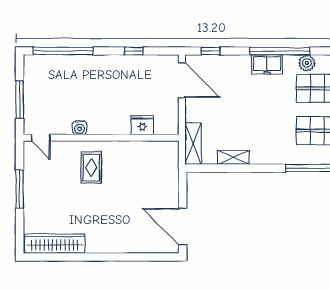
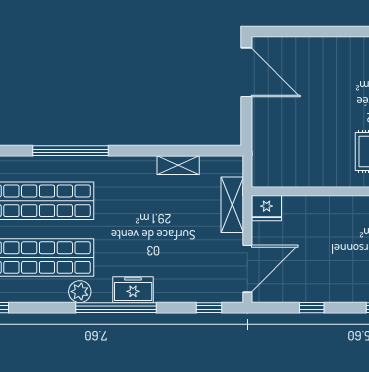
door: (182, 80) -> (247, 269), swing flipped
fridge: (142, 125) -> (267, 208), moved
shelving: (193, 144) -> (232, 205), moved

